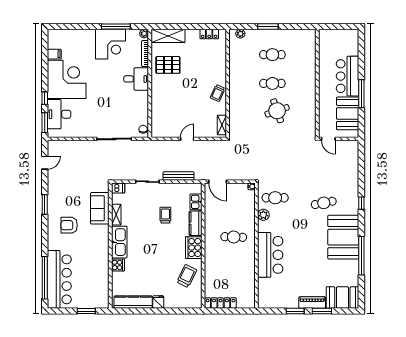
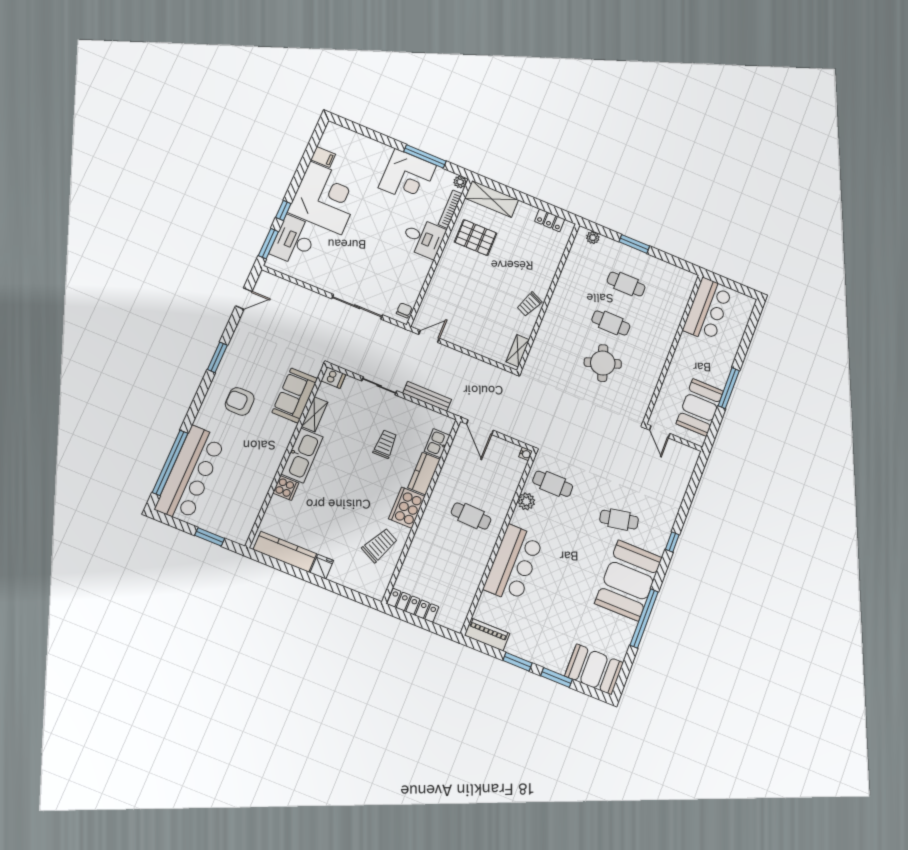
bar counter: (348, 76) -> (708, 310), moved, turned 180
door: (187, 139) -> (429, 336), moved
piano: (312, 302) -> (487, 634), moved

